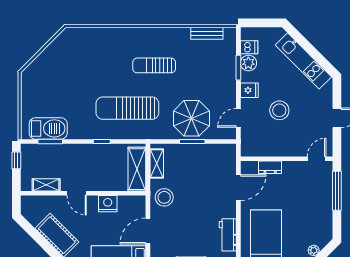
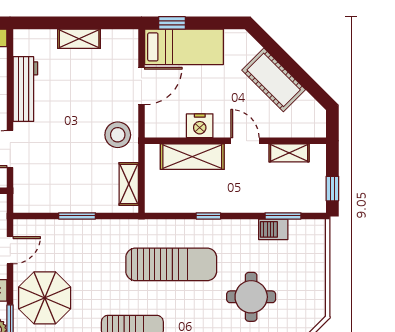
round table: (72, 86) -> (251, 297), added
parasol: (191, 118) -> (45, 298), moved
barbecue: (48, 128) -> (273, 229), width x0.53, depth x0.65
shelving: (137, 169) -> (192, 157), moved, turned 90
workbench: (228, 235) -> (25, 89), width x1.38

